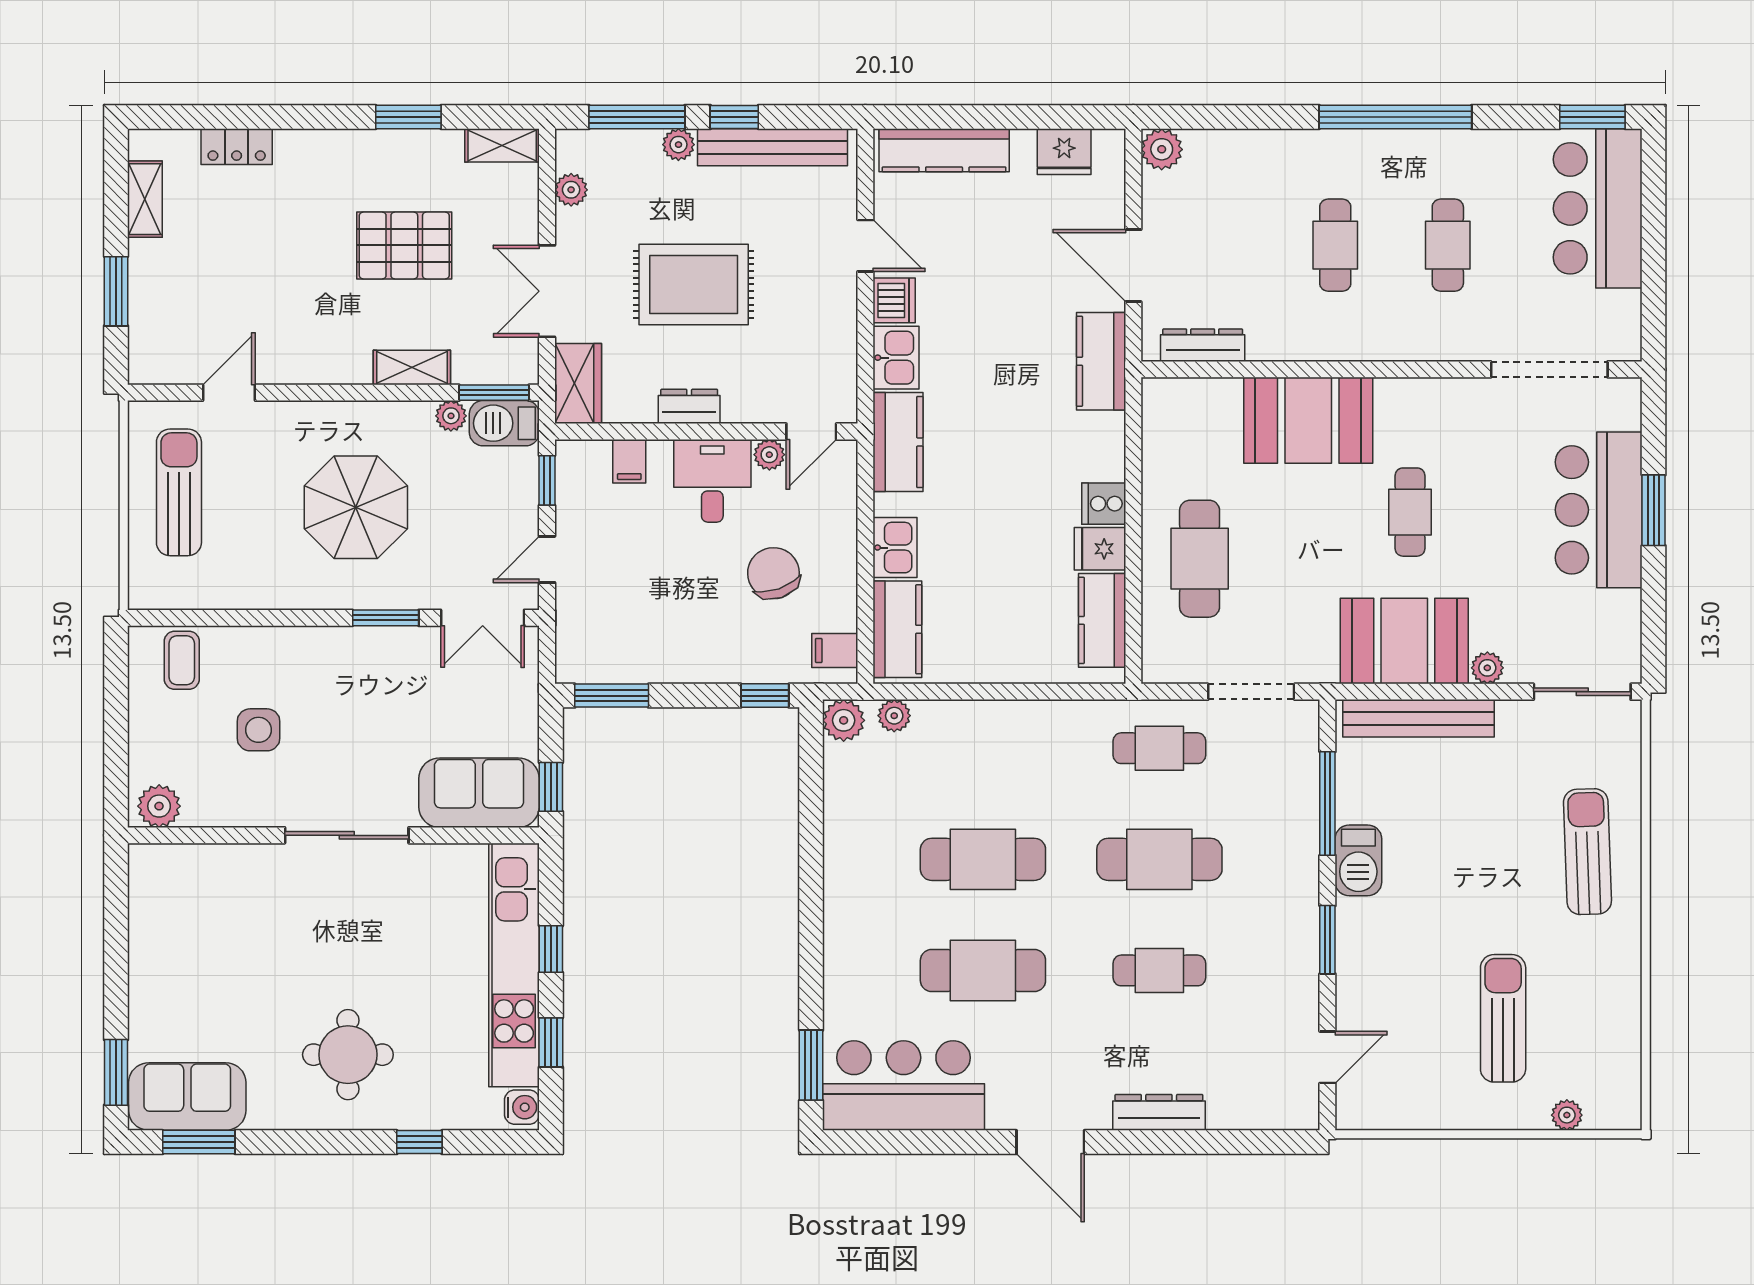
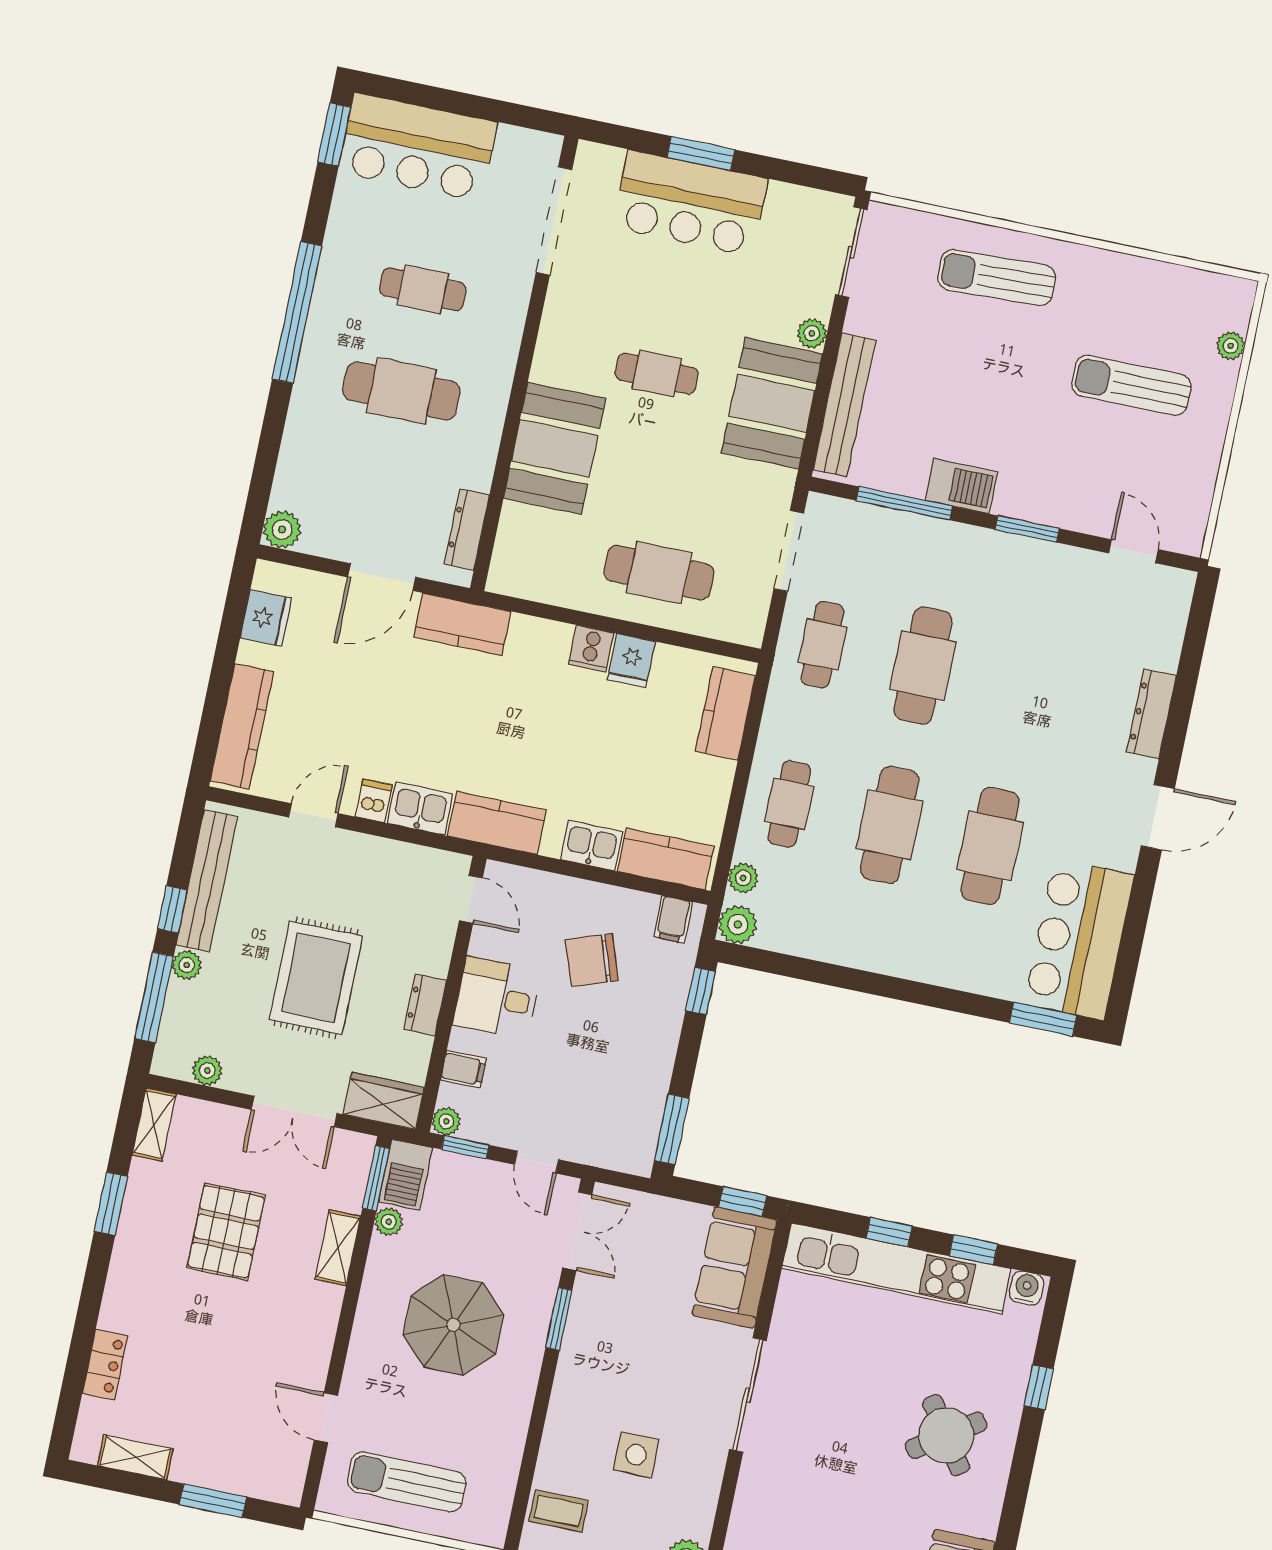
cafe table: (1335, 245) -> (401, 391), width x1.37, depth x1.35
dishwasher: (894, 300) -> (374, 801), width x0.73
plant: (769, 455) -> (446, 1121), moved
kitchen counter: (1102, 620) -> (725, 714), moved, turned 90
cafe table: (1159, 970) -> (789, 804), moved
round table: (348, 1055) -> (946, 1435), turned -34

